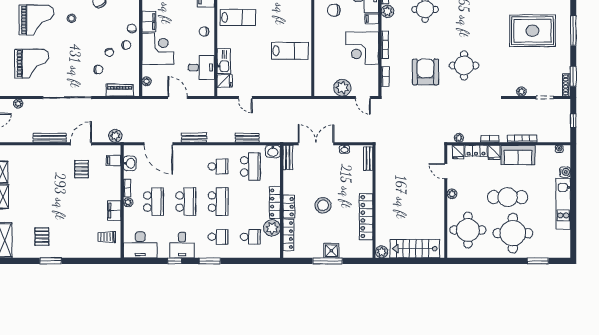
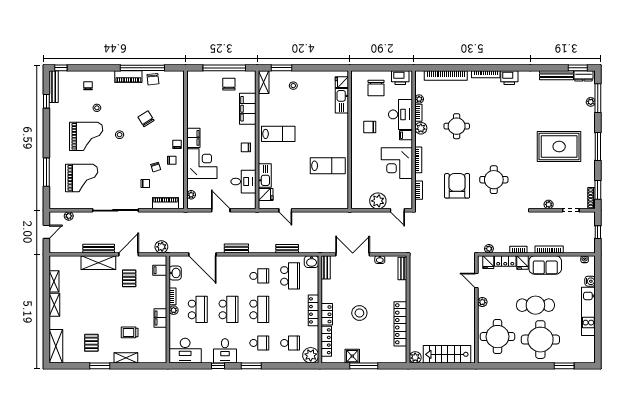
shelving: (49, 152) -> (98, 263), added
plant: (272, 228) -> (311, 355), moved
trolley: (107, 237) -> (130, 332), moved
shower: (331, 251) -> (352, 356), moved
shelving: (78, 252) -> (126, 358), added

